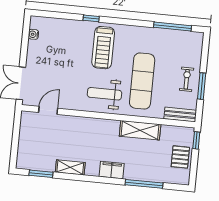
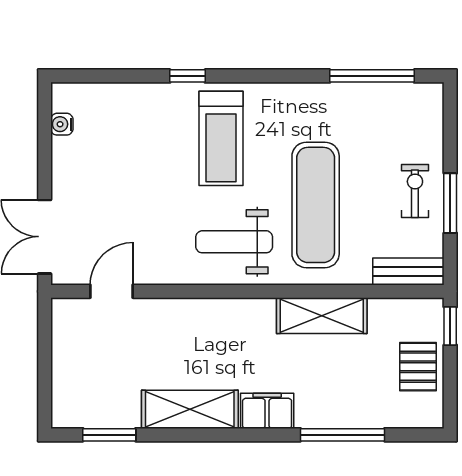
shelving: (70, 167) -> (190, 409), width x1.50, depth x1.33

